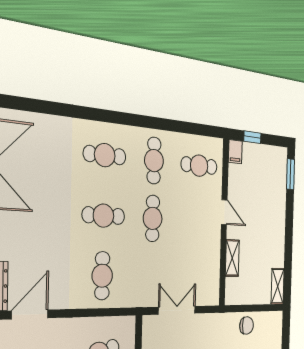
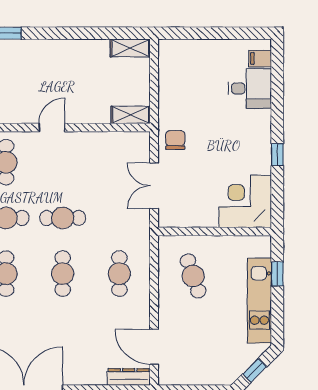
shelving: (232, 258) -> (131, 115), moved
cafe table: (102, 276) -> (119, 274), turned 90
chair: (247, 325) -> (175, 140), moved

